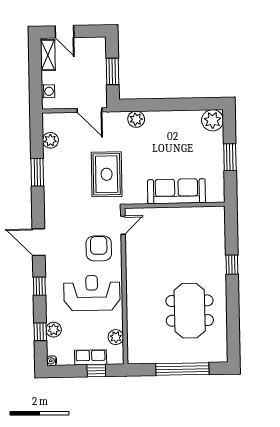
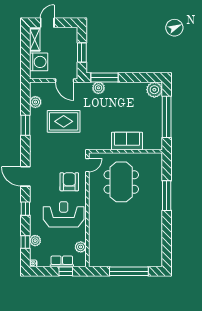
door: (64, 32) -> (47, 23), swing flipped
washing machine: (48, 91) -> (39, 62), width x1.89, depth x1.89
window: (144, 105) -> (105, 77), added
window: (230, 157) -> (167, 117), width x2.11
rug: (107, 174) -> (64, 121), moved, turned 90
sofa: (176, 191) -> (127, 141), width x0.73
window: (232, 265) -> (167, 196), width x2.17
meeting table: (190, 311) -> (121, 182), moved

